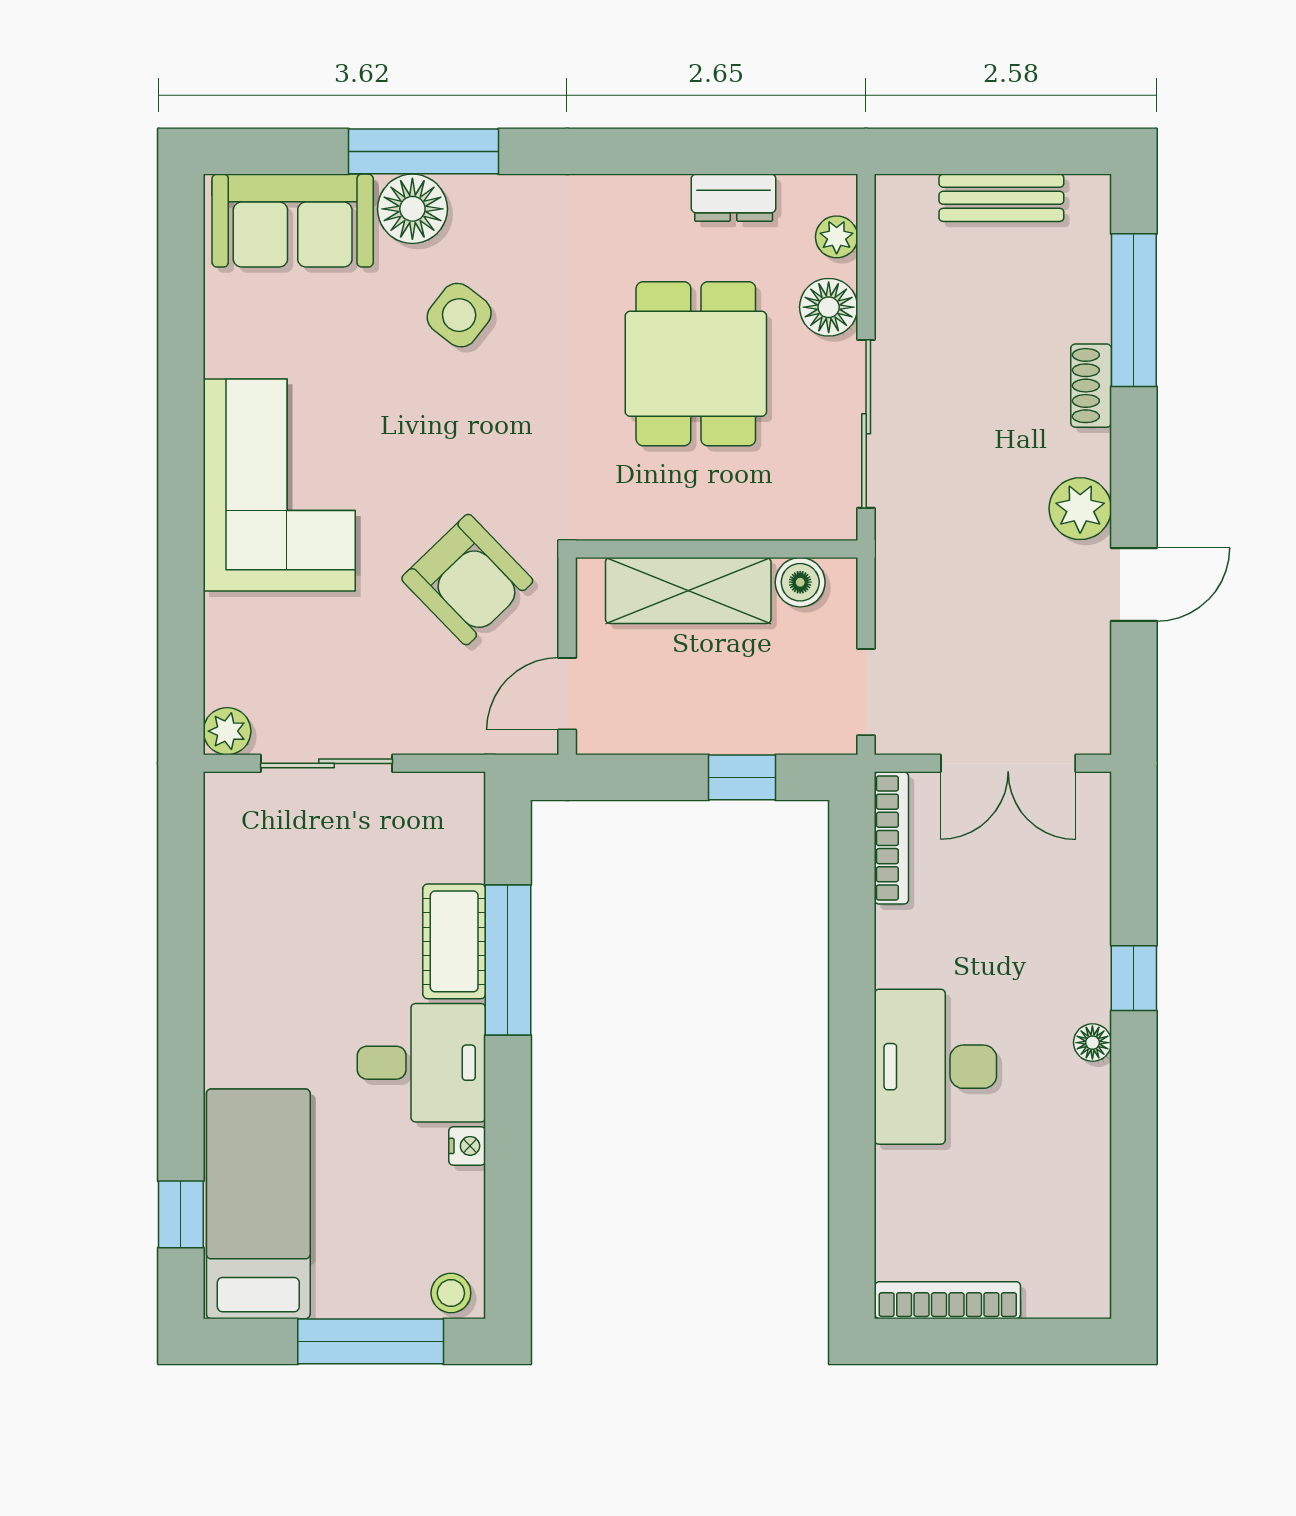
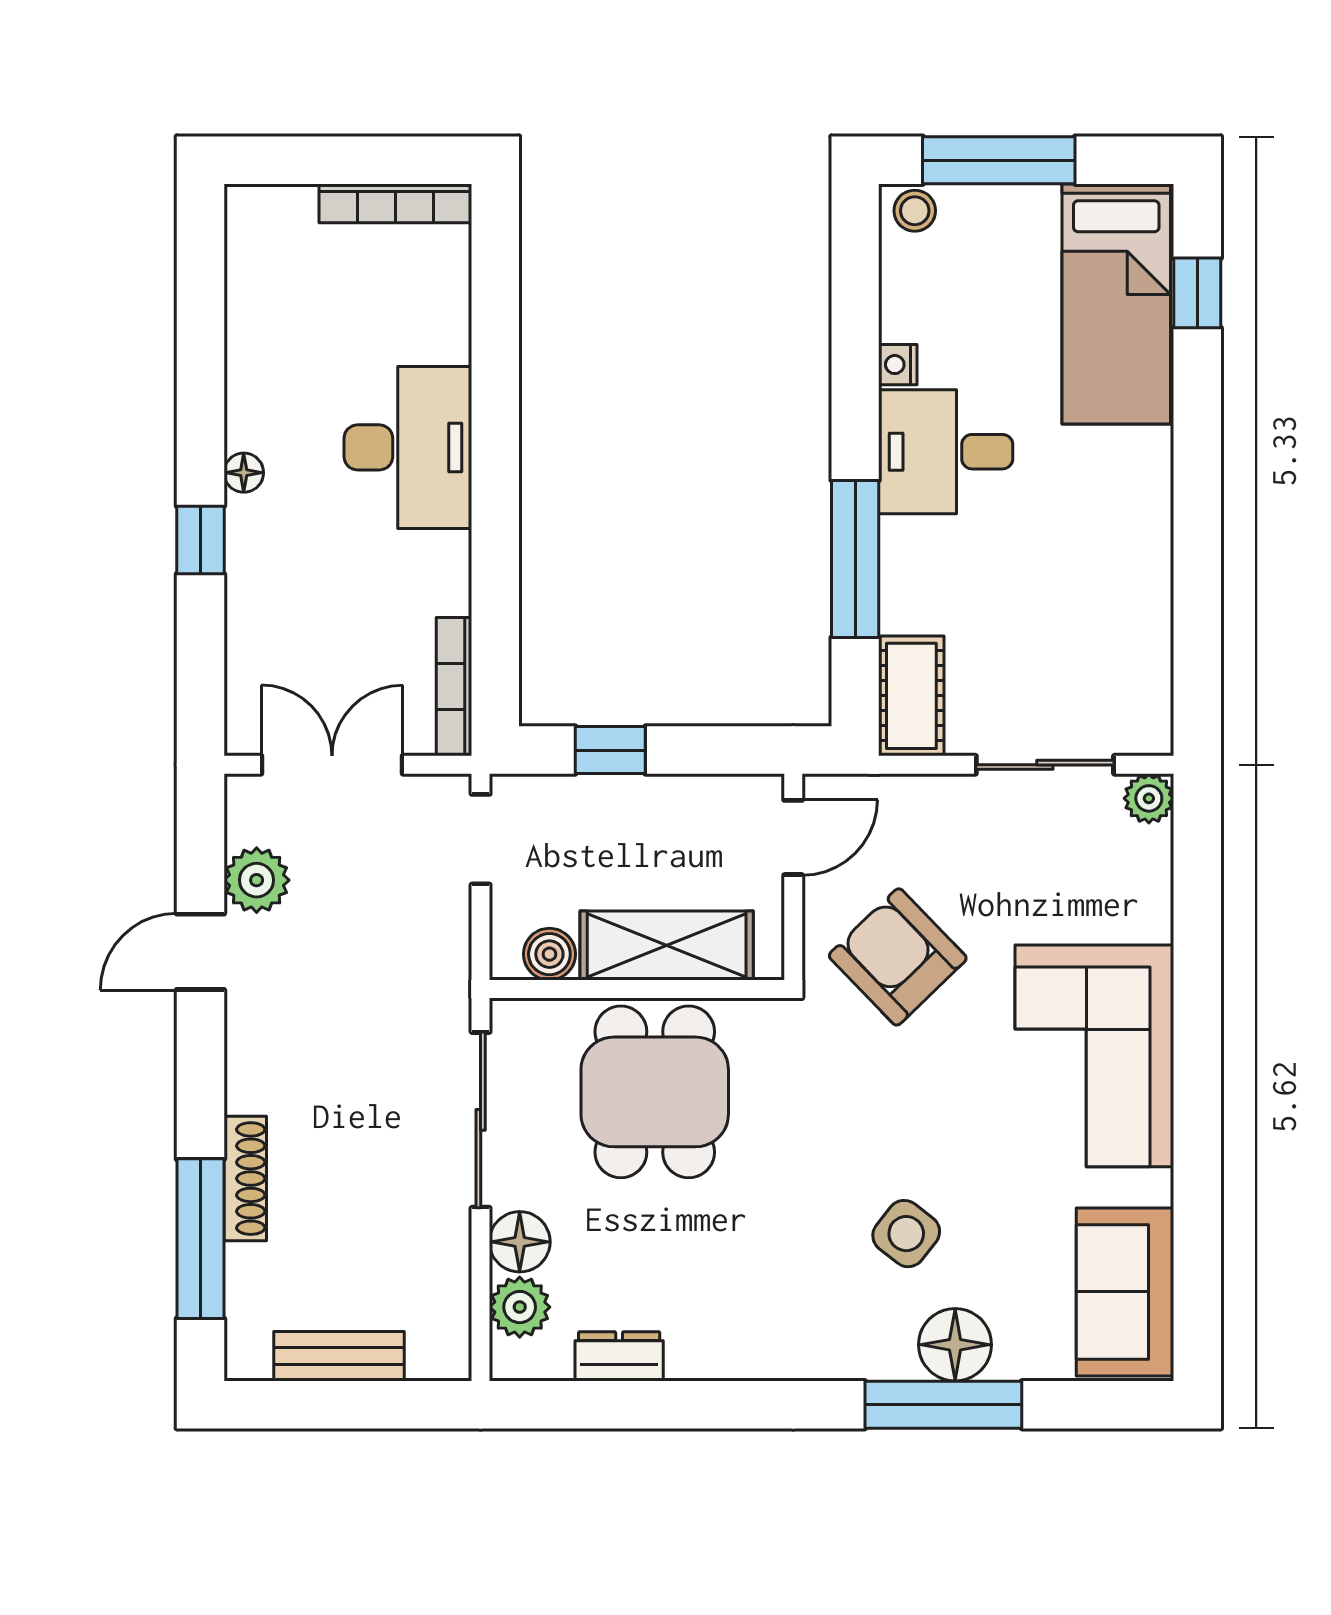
sofa: (293, 221) -> (1125, 1292), moved, turned -90
plant: (837, 237) -> (520, 1307), width x1.38, depth x1.38
dining table: (696, 364) -> (655, 1092), moved
shoe rack: (1091, 386) -> (245, 1179), width x1.43
plant: (1080, 509) -> (257, 880), moved
cot: (454, 941) -> (911, 696), moved

